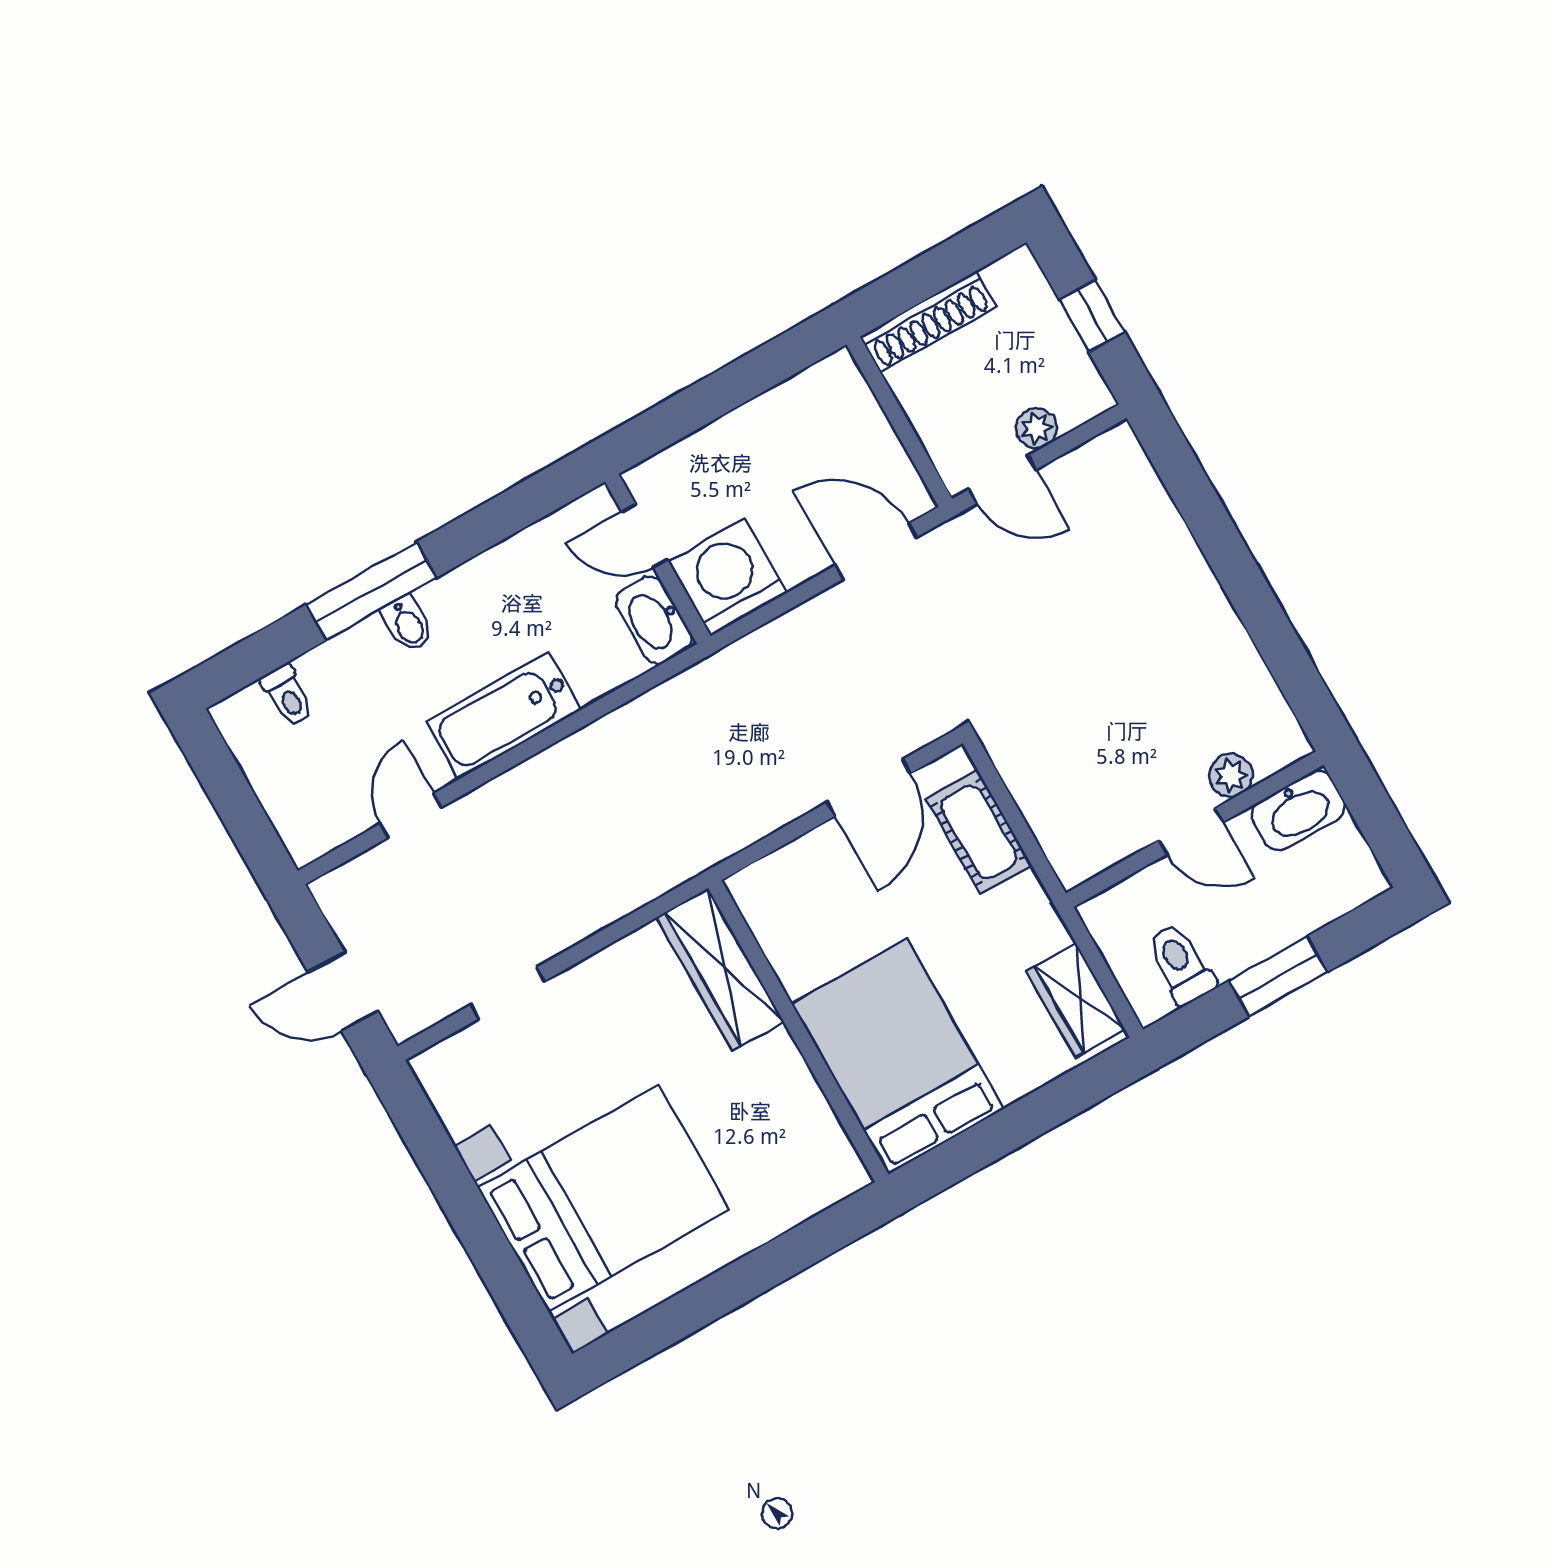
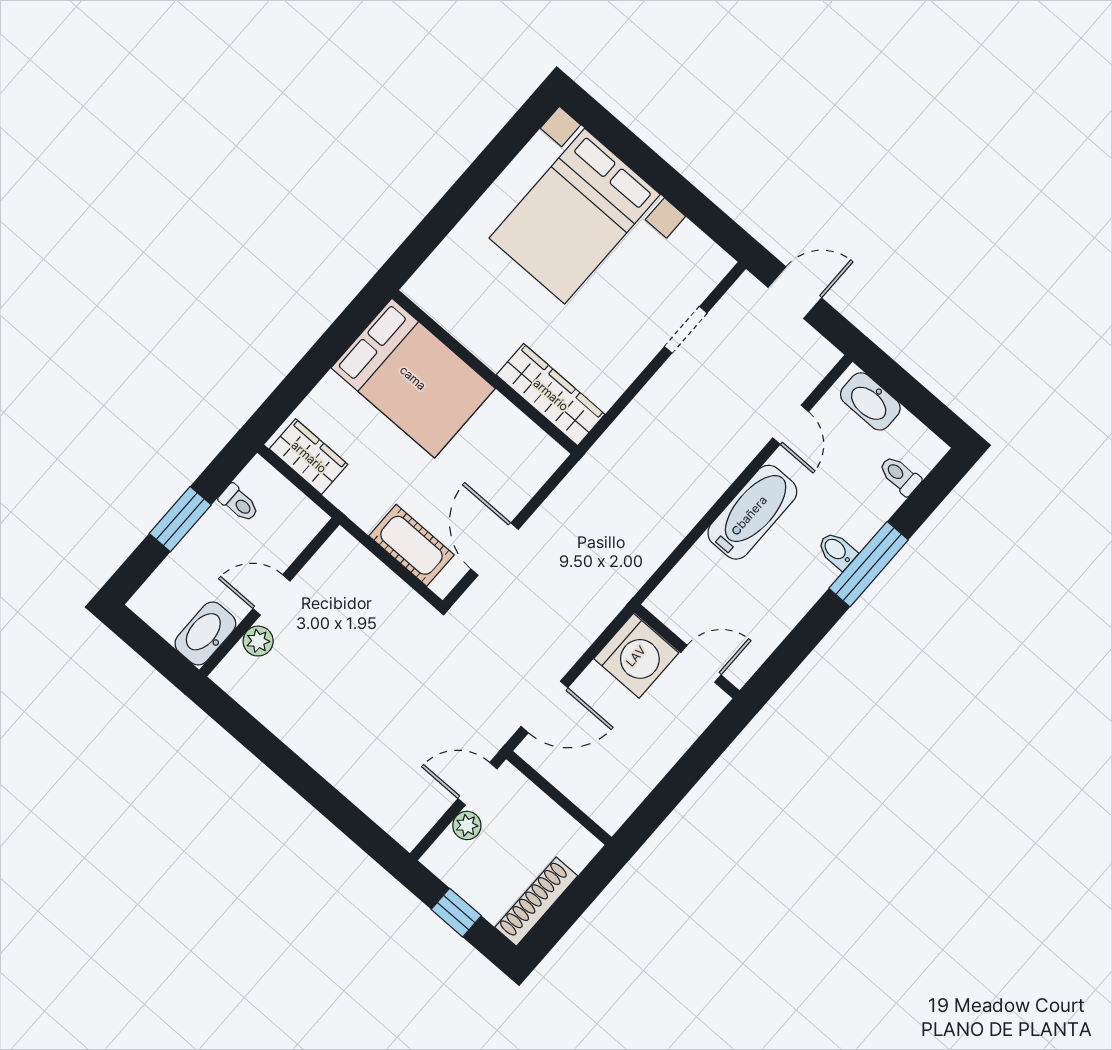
shoe rack: (928, 322) -> (536, 902), moved
washbasin: (654, 620) -> (870, 401), moved, turned 180
toilet: (1181, 964) -> (239, 503), width x0.73, depth x0.72

